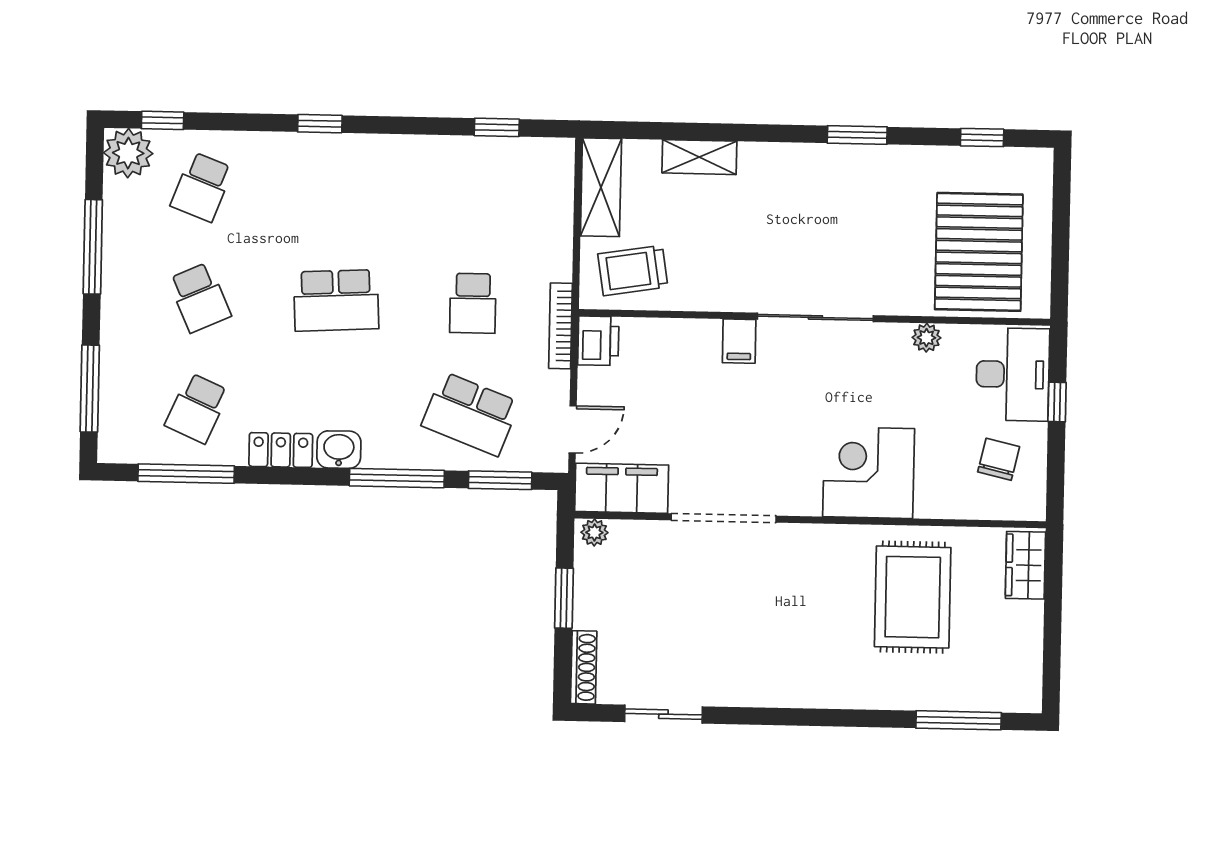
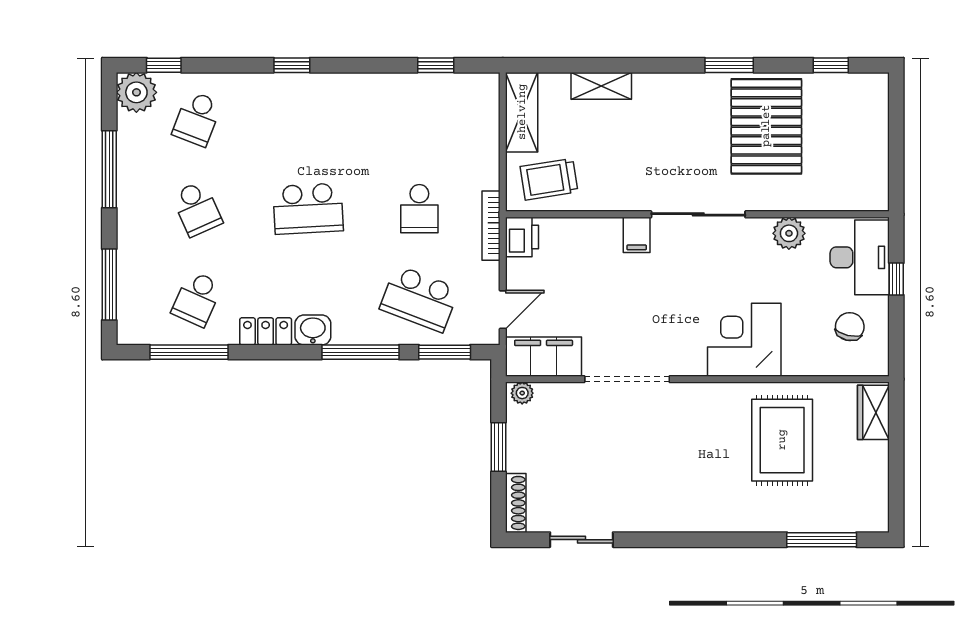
pallet: (979, 252) -> (766, 126), moved
plant: (926, 338) -> (789, 233), width x1.38, depth x1.38

